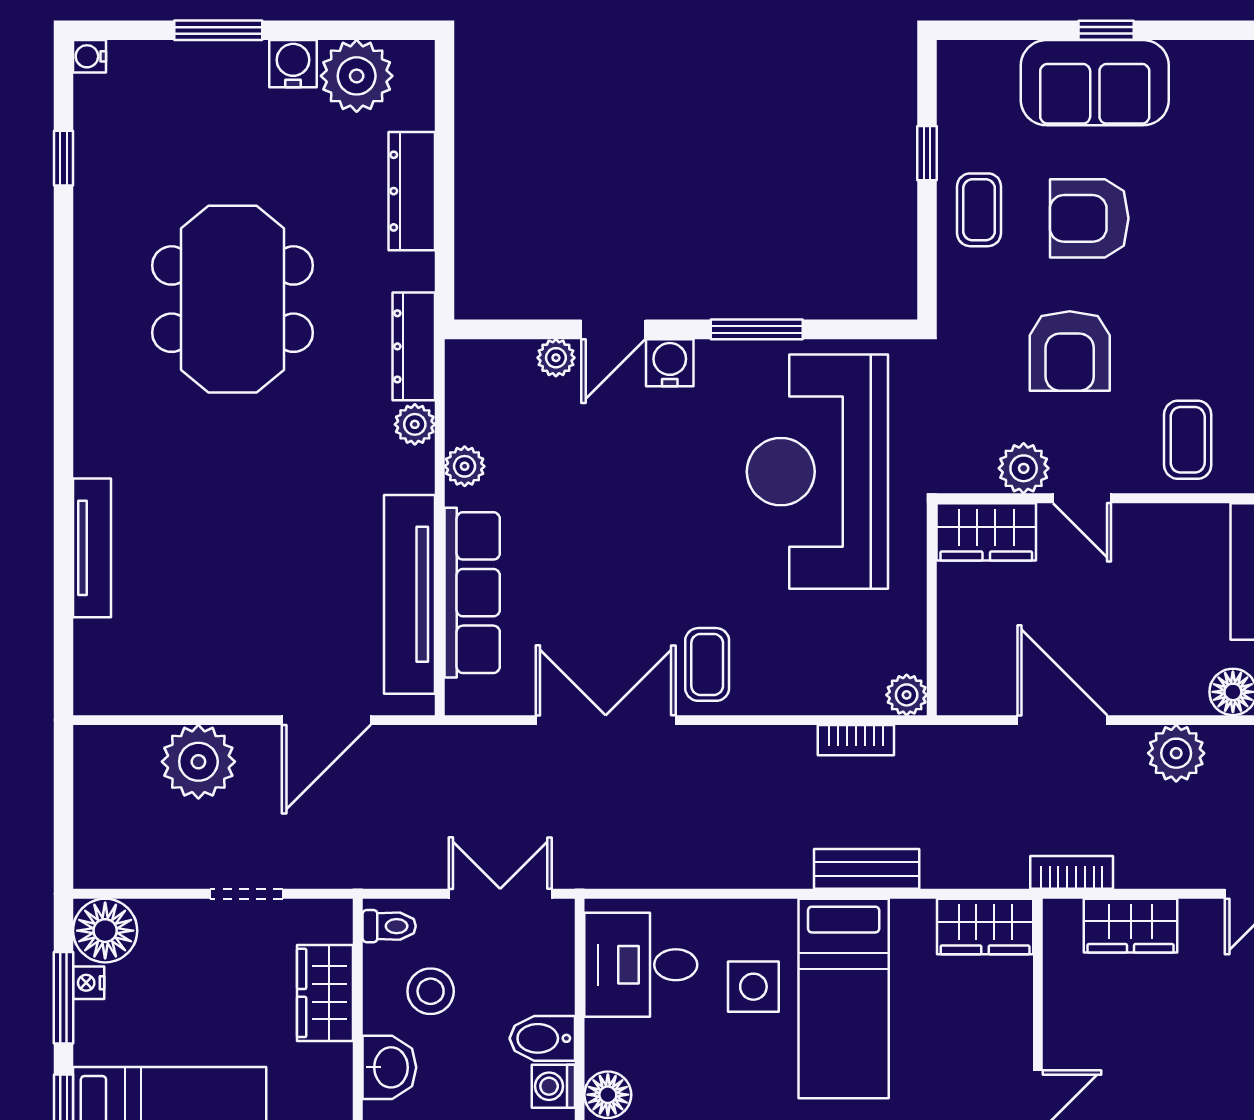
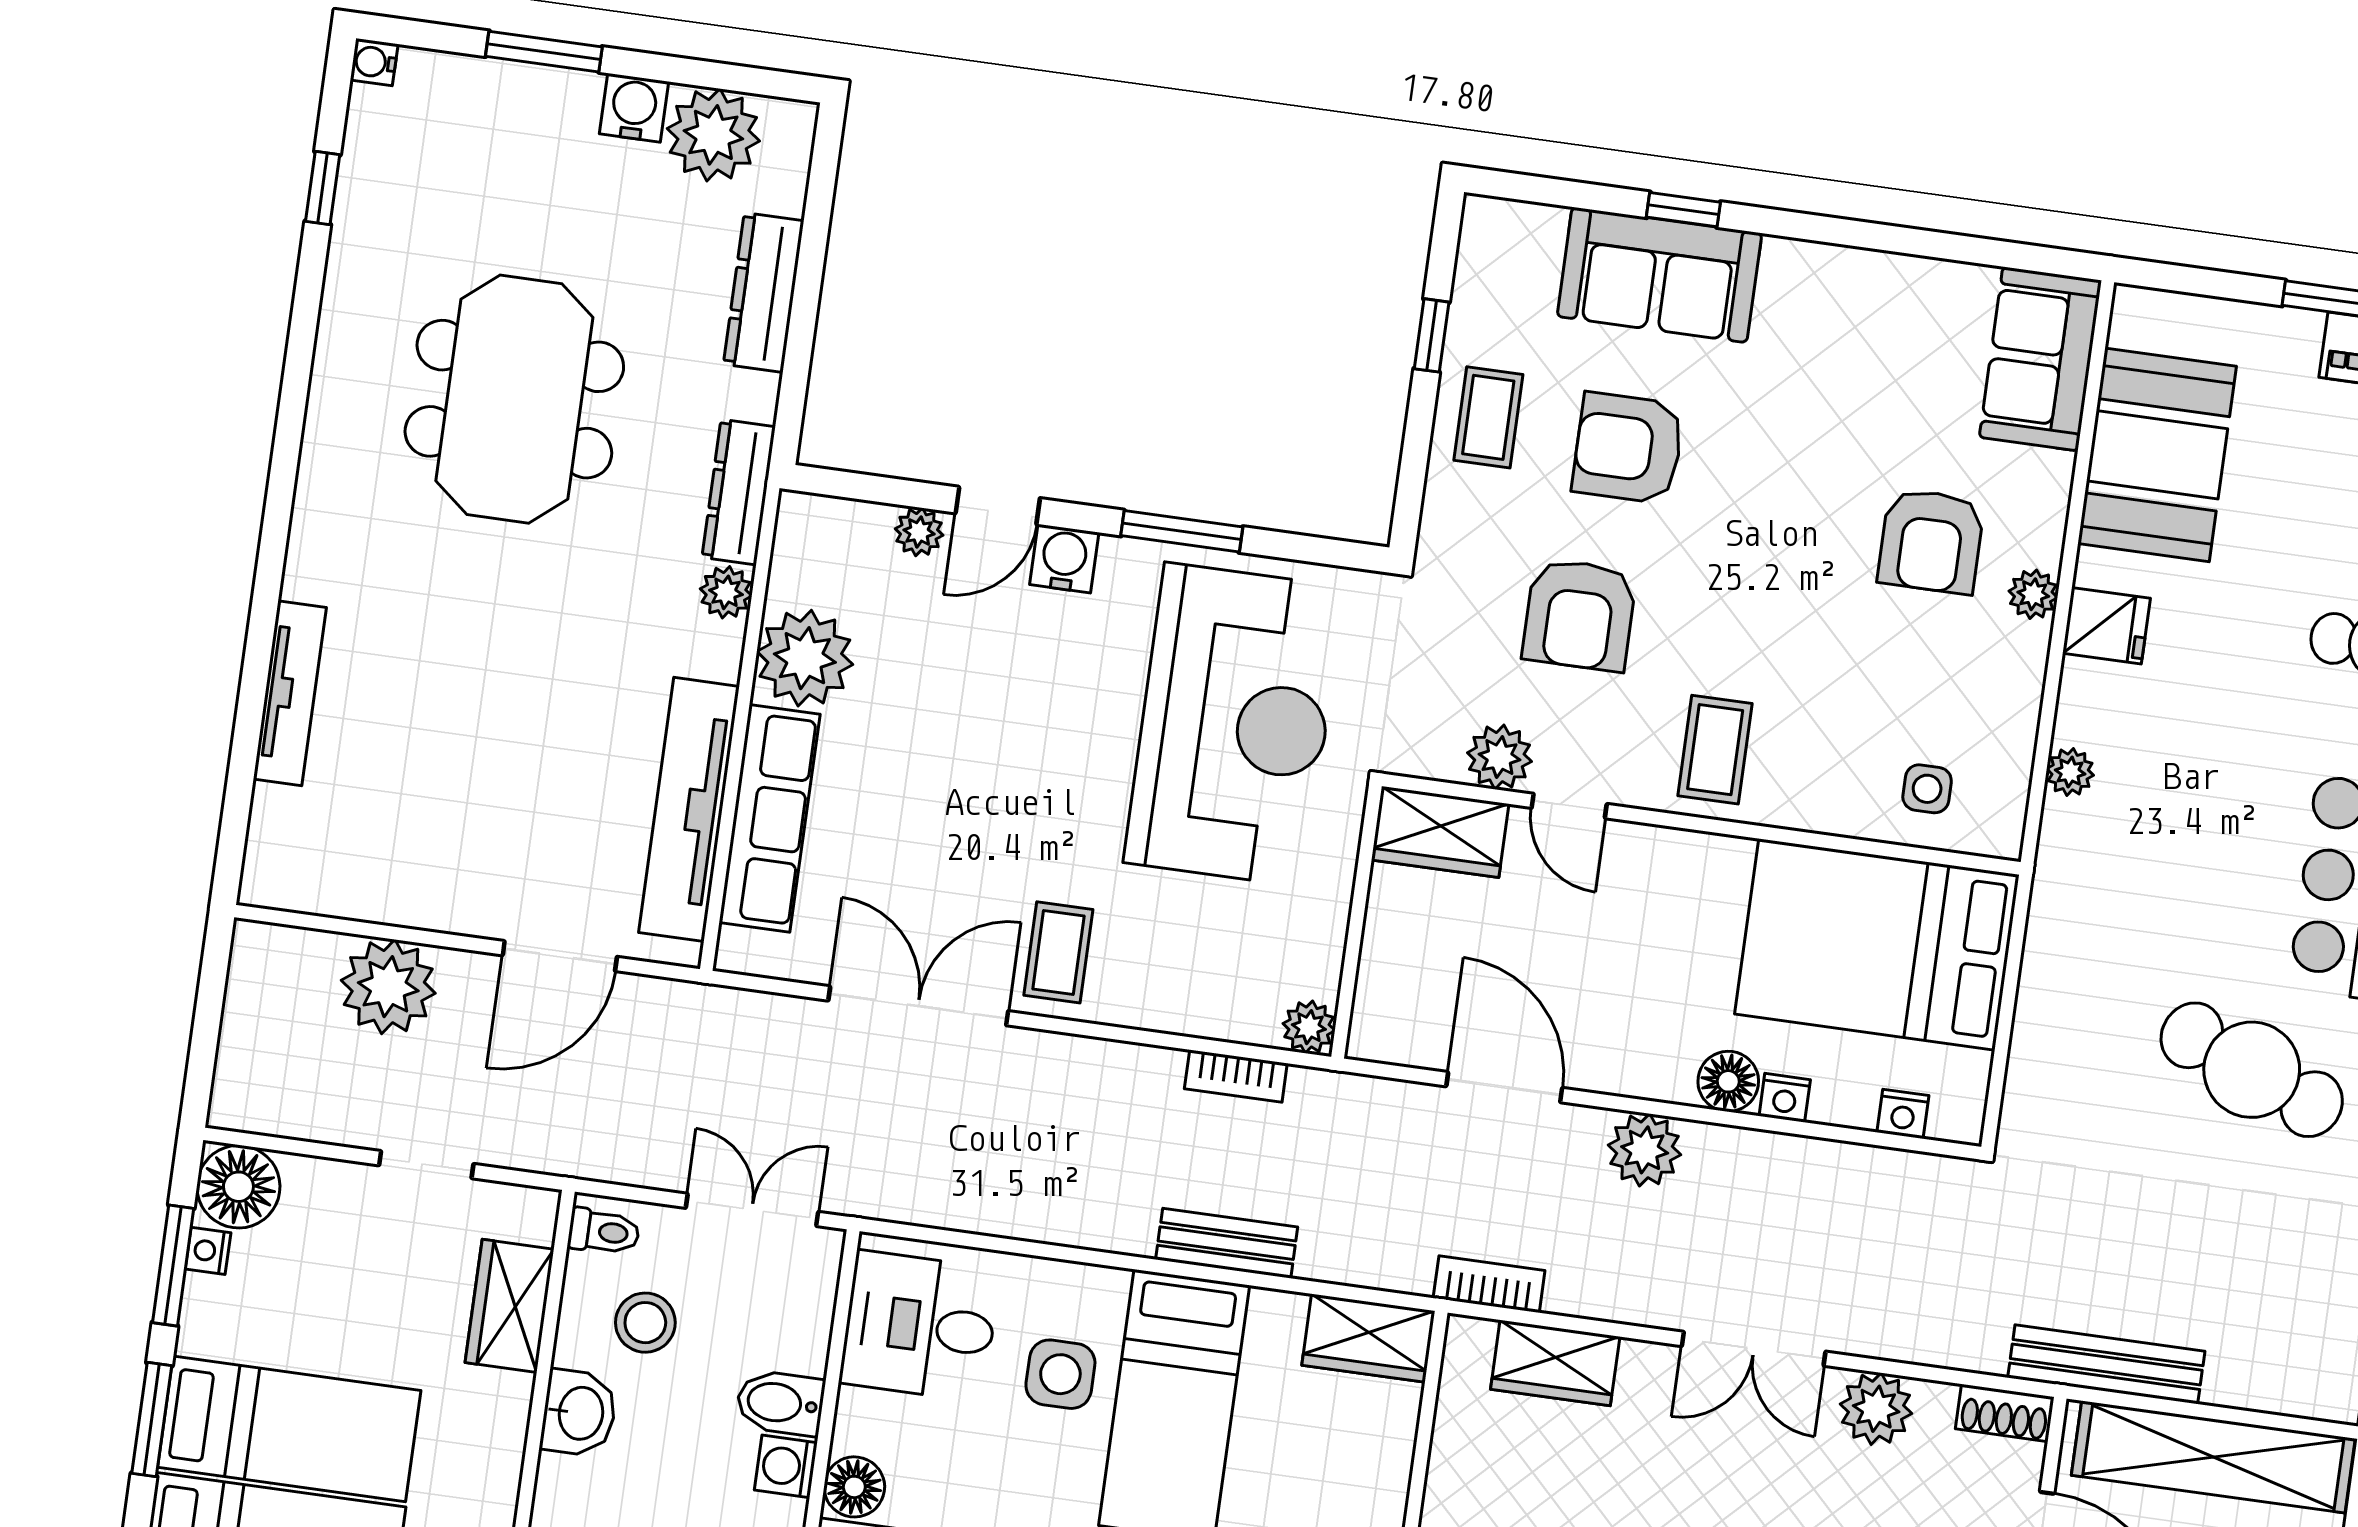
plant: (465, 466) -> (805, 658), width x1.88, depth x1.88
reception desk: (817, 472) -> (1234, 725), turned 180

